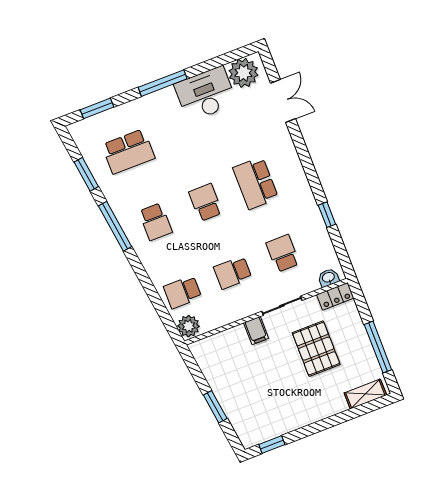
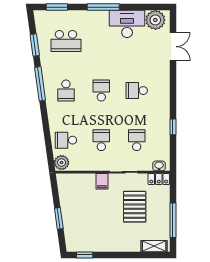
school desk: (256, 183) -> (137, 91), width x0.54
school desk: (233, 273) -> (101, 140), turned 90

